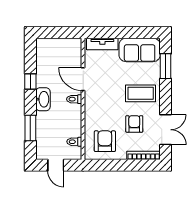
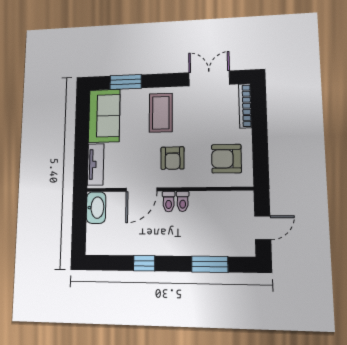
washbasin: (43, 99) -> (96, 208), moved, turned 90
armchair: (134, 124) -> (172, 158), moved, turned -90
toilet: (74, 142) -> (183, 201), moved

